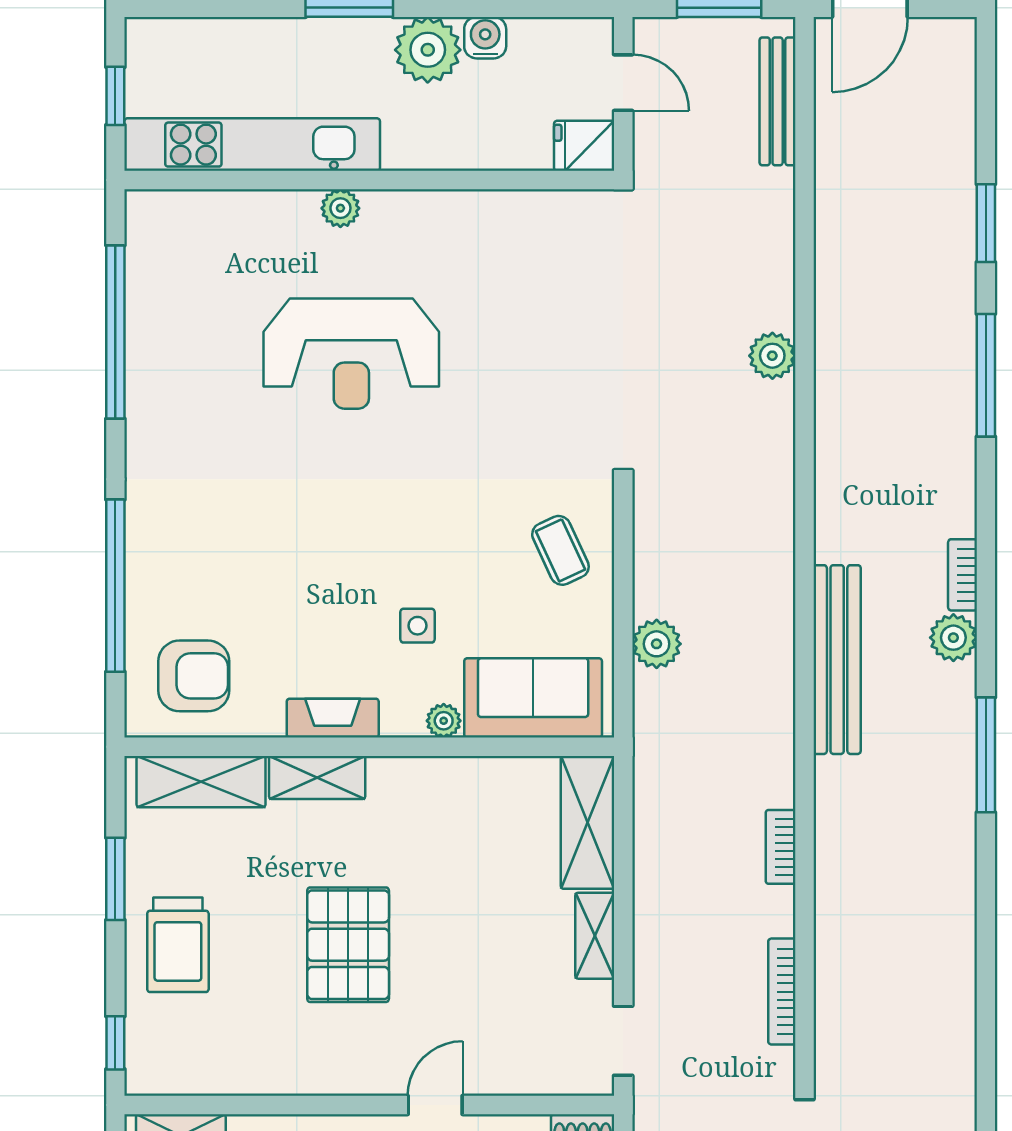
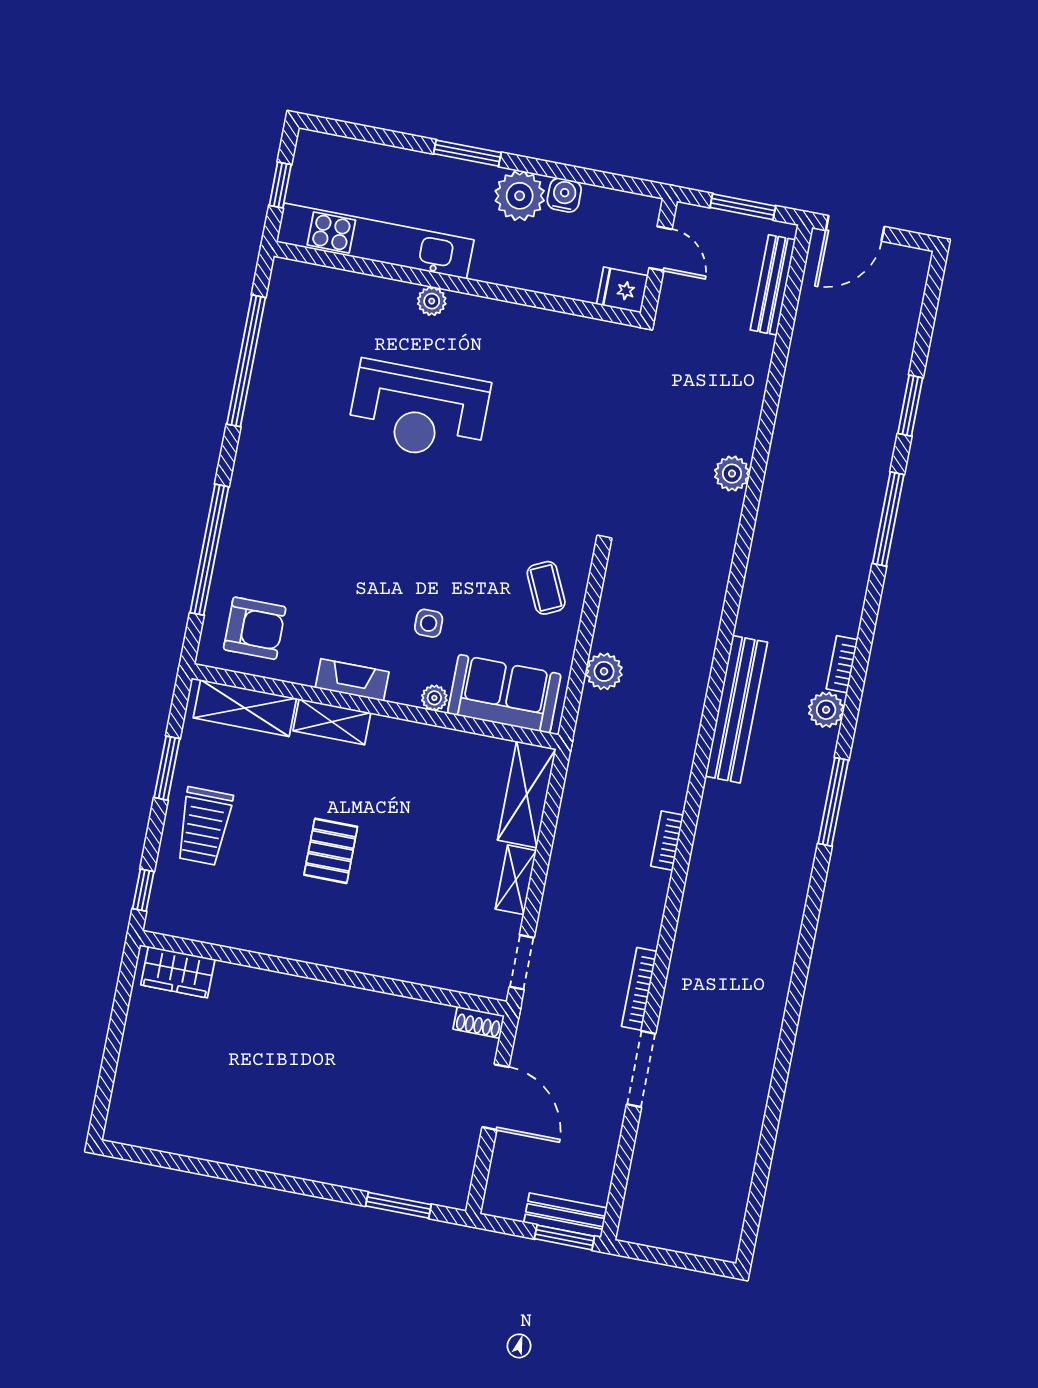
pallet: (348, 945) -> (331, 851), width x0.67, depth x0.71
bookcase: (782, 992) -> (639, 989), moved
door: (435, 1105) -> (372, 983), removed

